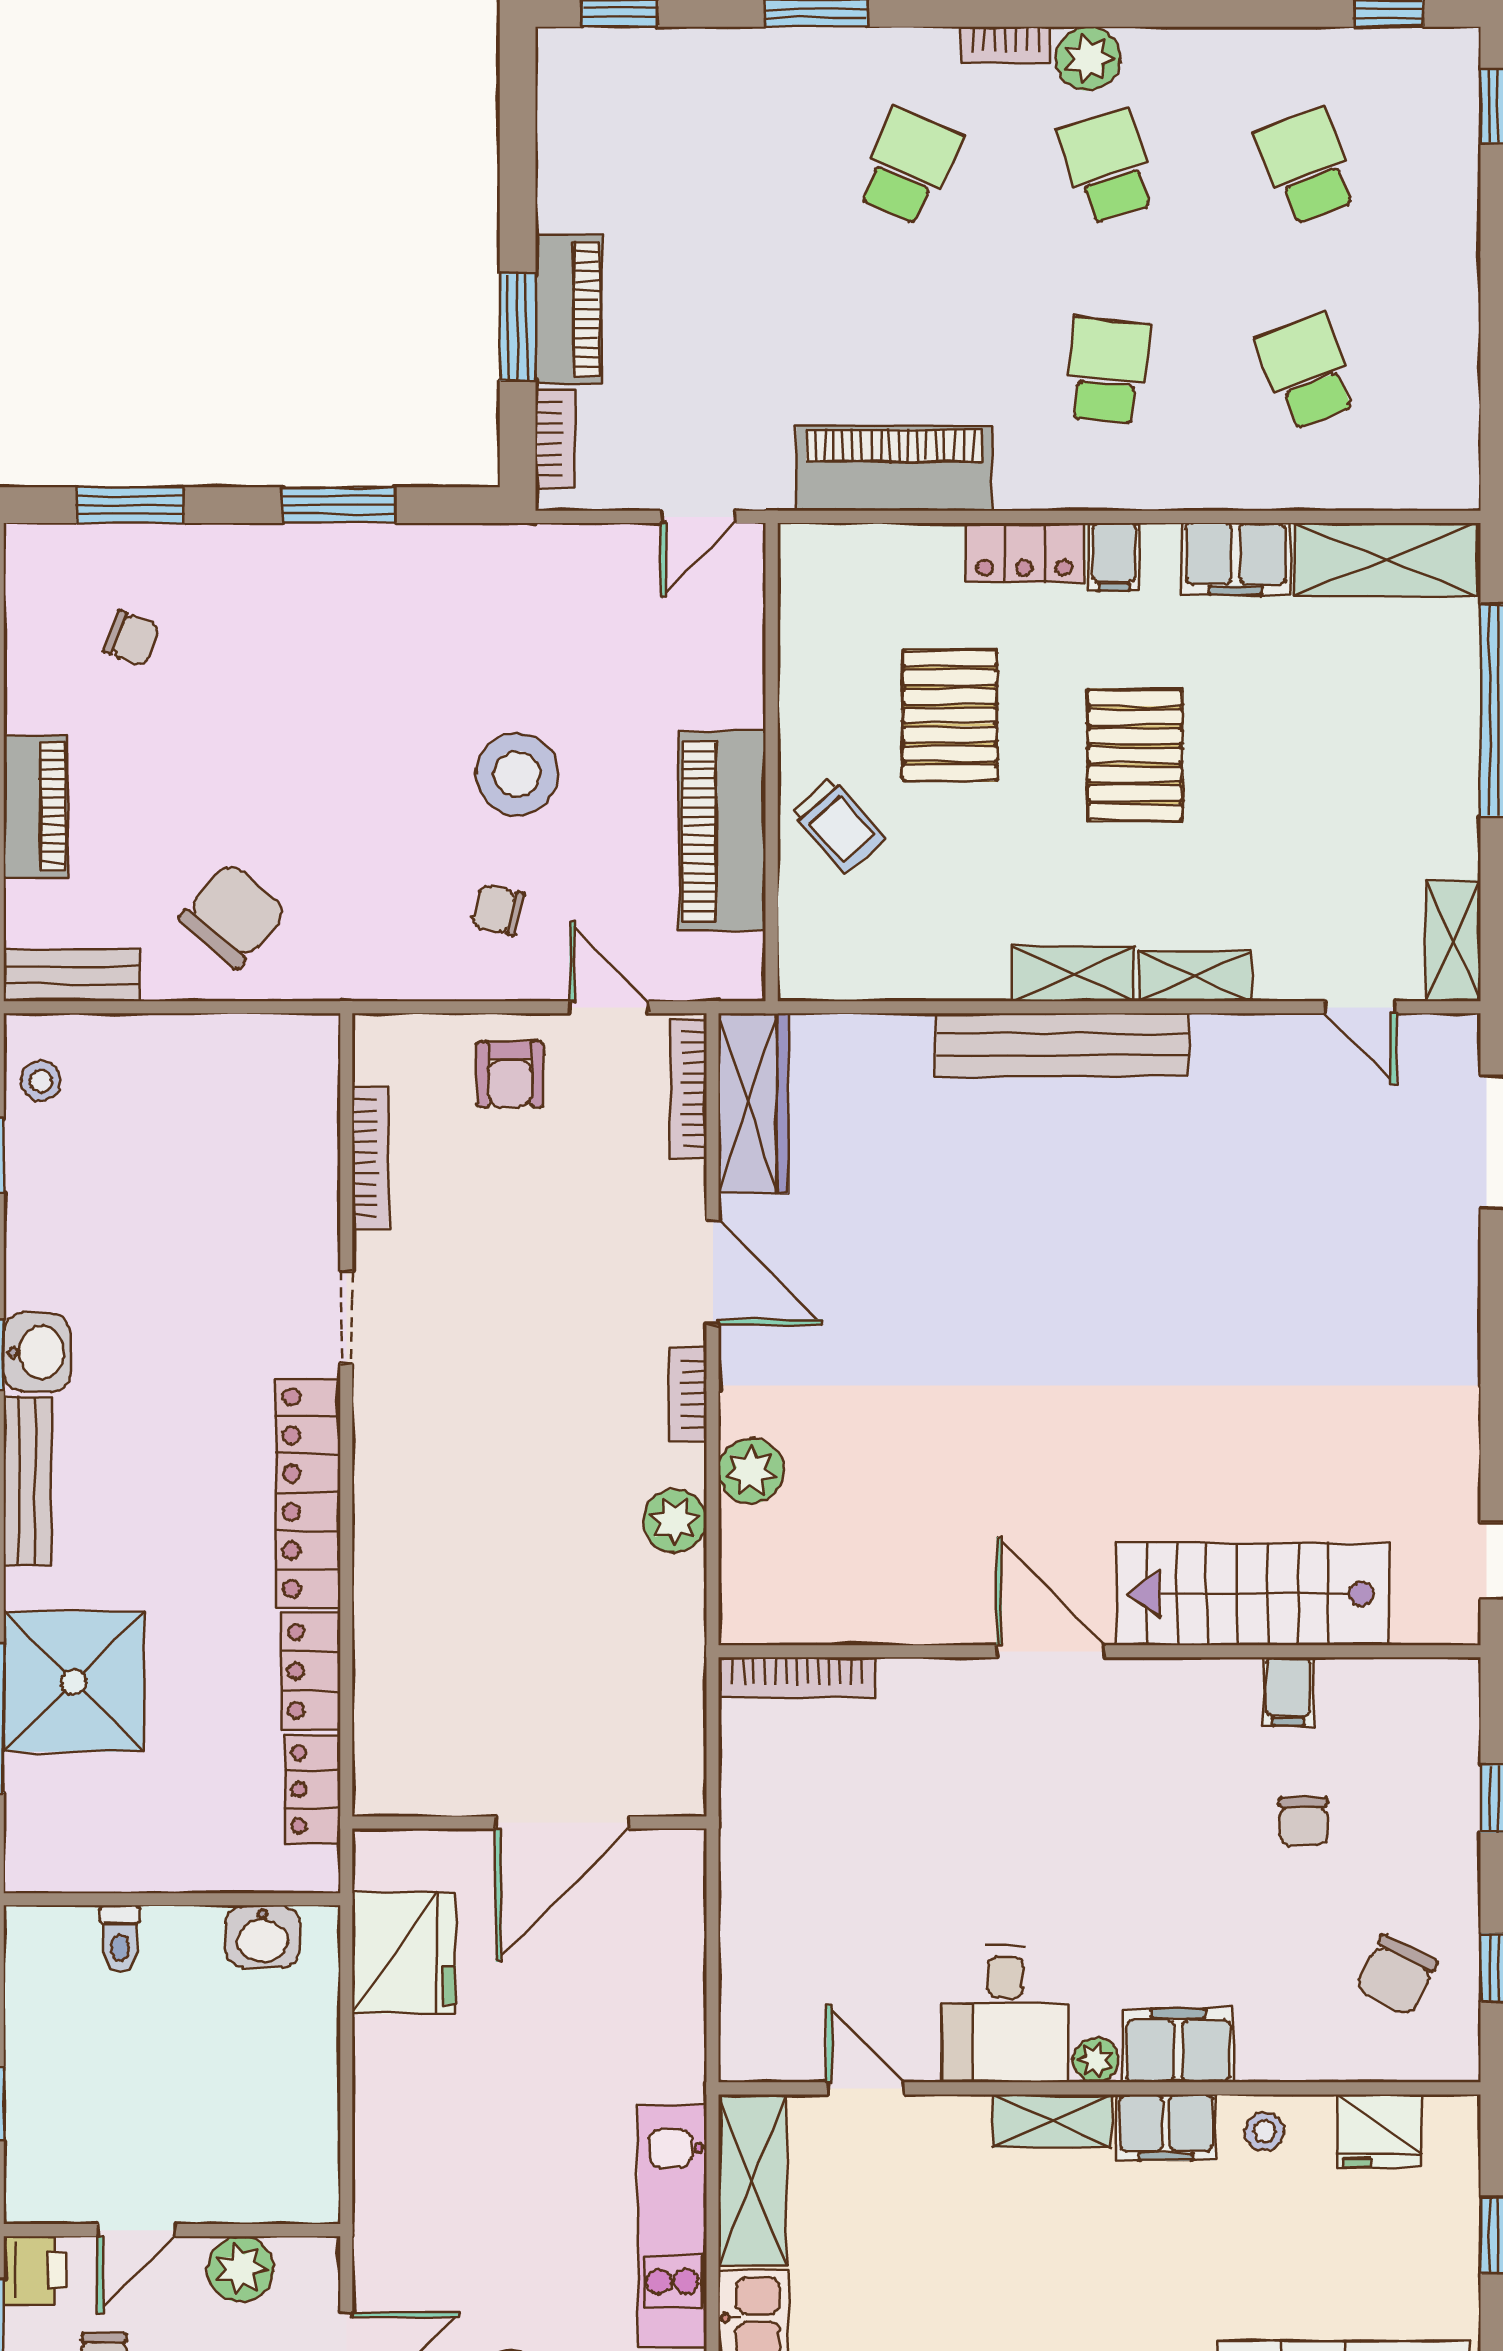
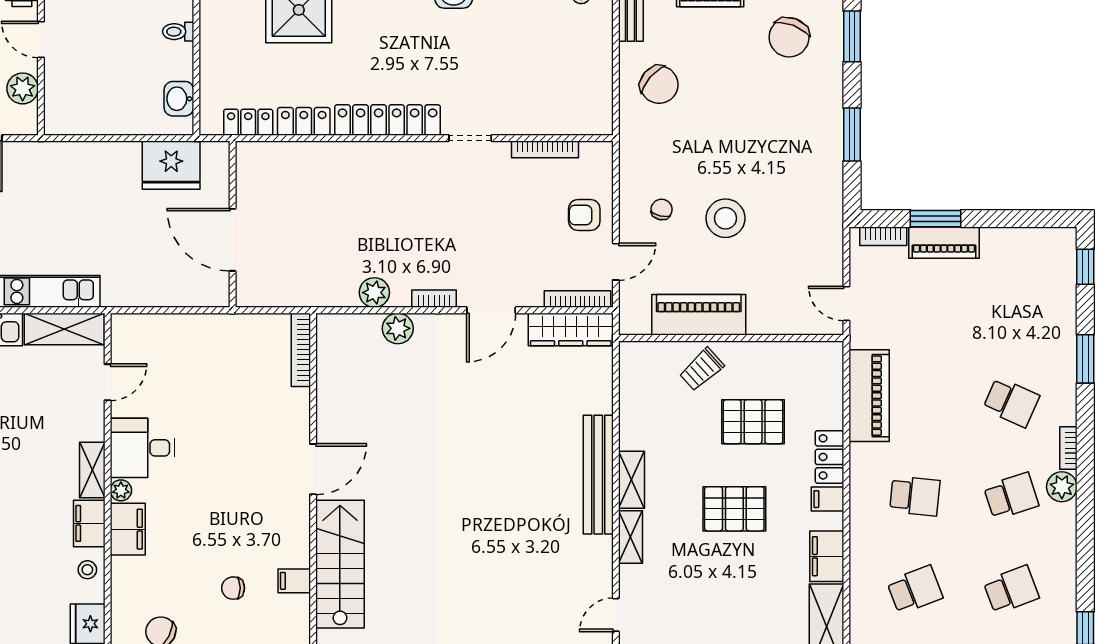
chair: (132, 639) -> (789, 37), width x1.87, depth x1.87

